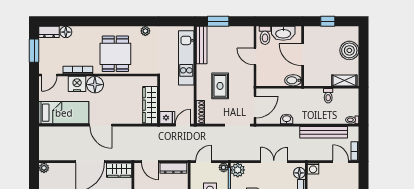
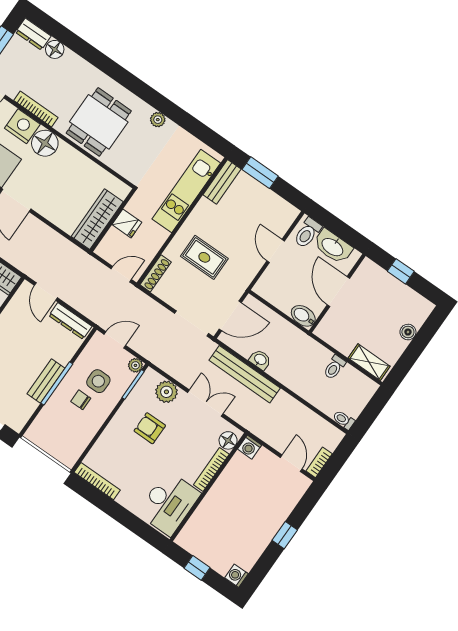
bench: (202, 45) -> (222, 182), width x0.73
boiler: (349, 50) -> (408, 332), width x0.54, depth x0.54
rug: (220, 86) -> (204, 257), turned 90
fridge: (167, 118) -> (127, 223), moved
bench: (324, 132) -> (245, 374), moved
plant: (238, 170) -> (166, 392), moved

